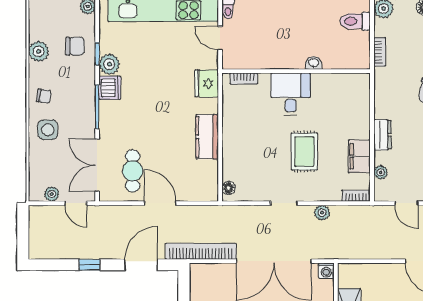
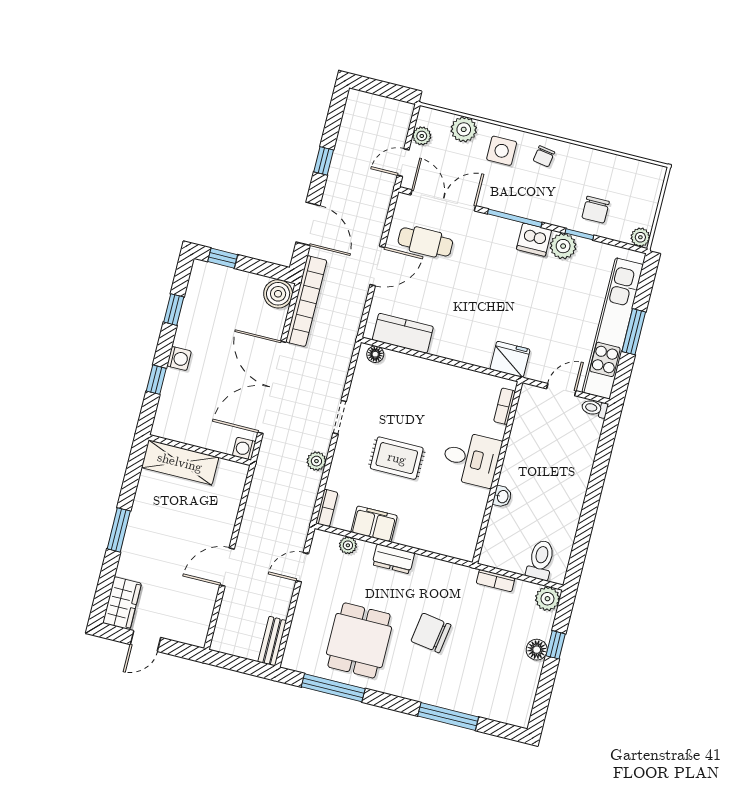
plant: (39, 51) -> (464, 129), moved
kitchen counter: (207, 137) -> (403, 333), moved
boiler: (201, 274) -> (278, 294), added

